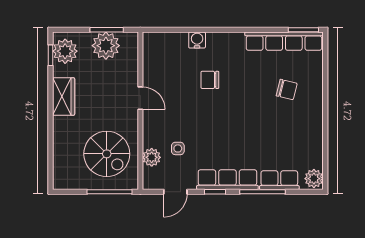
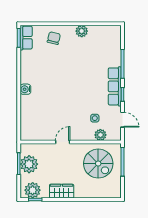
water cooler: (197, 40) -> (25, 89), moved
row of seats: (284, 41) -> (26, 38), width x0.50
chair: (210, 80) -> (51, 98), removed
chair: (287, 90) -> (54, 38), moved
spiral stairs: (107, 154) -> (98, 164), turned 90
plant: (314, 179) -> (82, 31), moved
row of seats: (279, 180) -> (115, 53), removed

